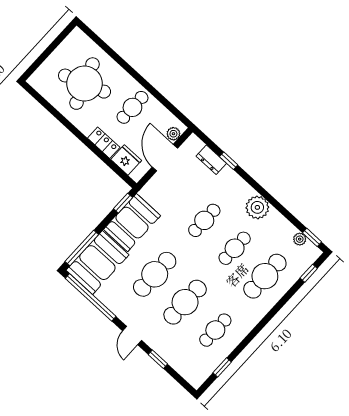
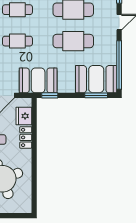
booth: (132, 223) -> (38, 80), moved
window: (82, 248) -> (96, 95), width x0.69

